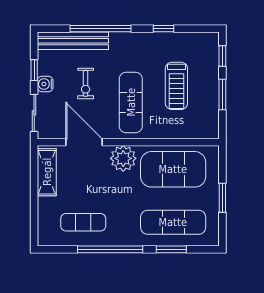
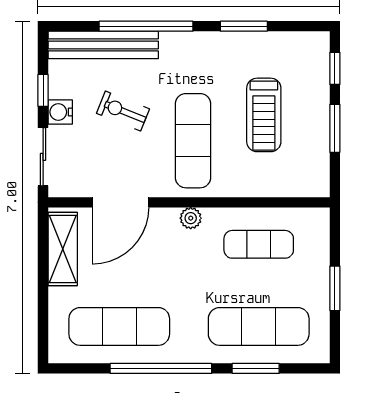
window: (164, 29) -> (244, 26), width x1.50
exercise bike: (86, 83) -> (123, 111), turned 112
door: (84, 142) -> (120, 202), swing flipped
plant: (123, 158) -> (191, 218), width x0.53, depth x0.53
exercise mat: (173, 169) -> (259, 244), width x0.50, depth x0.69
exercise mat: (83, 222) -> (119, 326), width x1.36, depth x1.45

